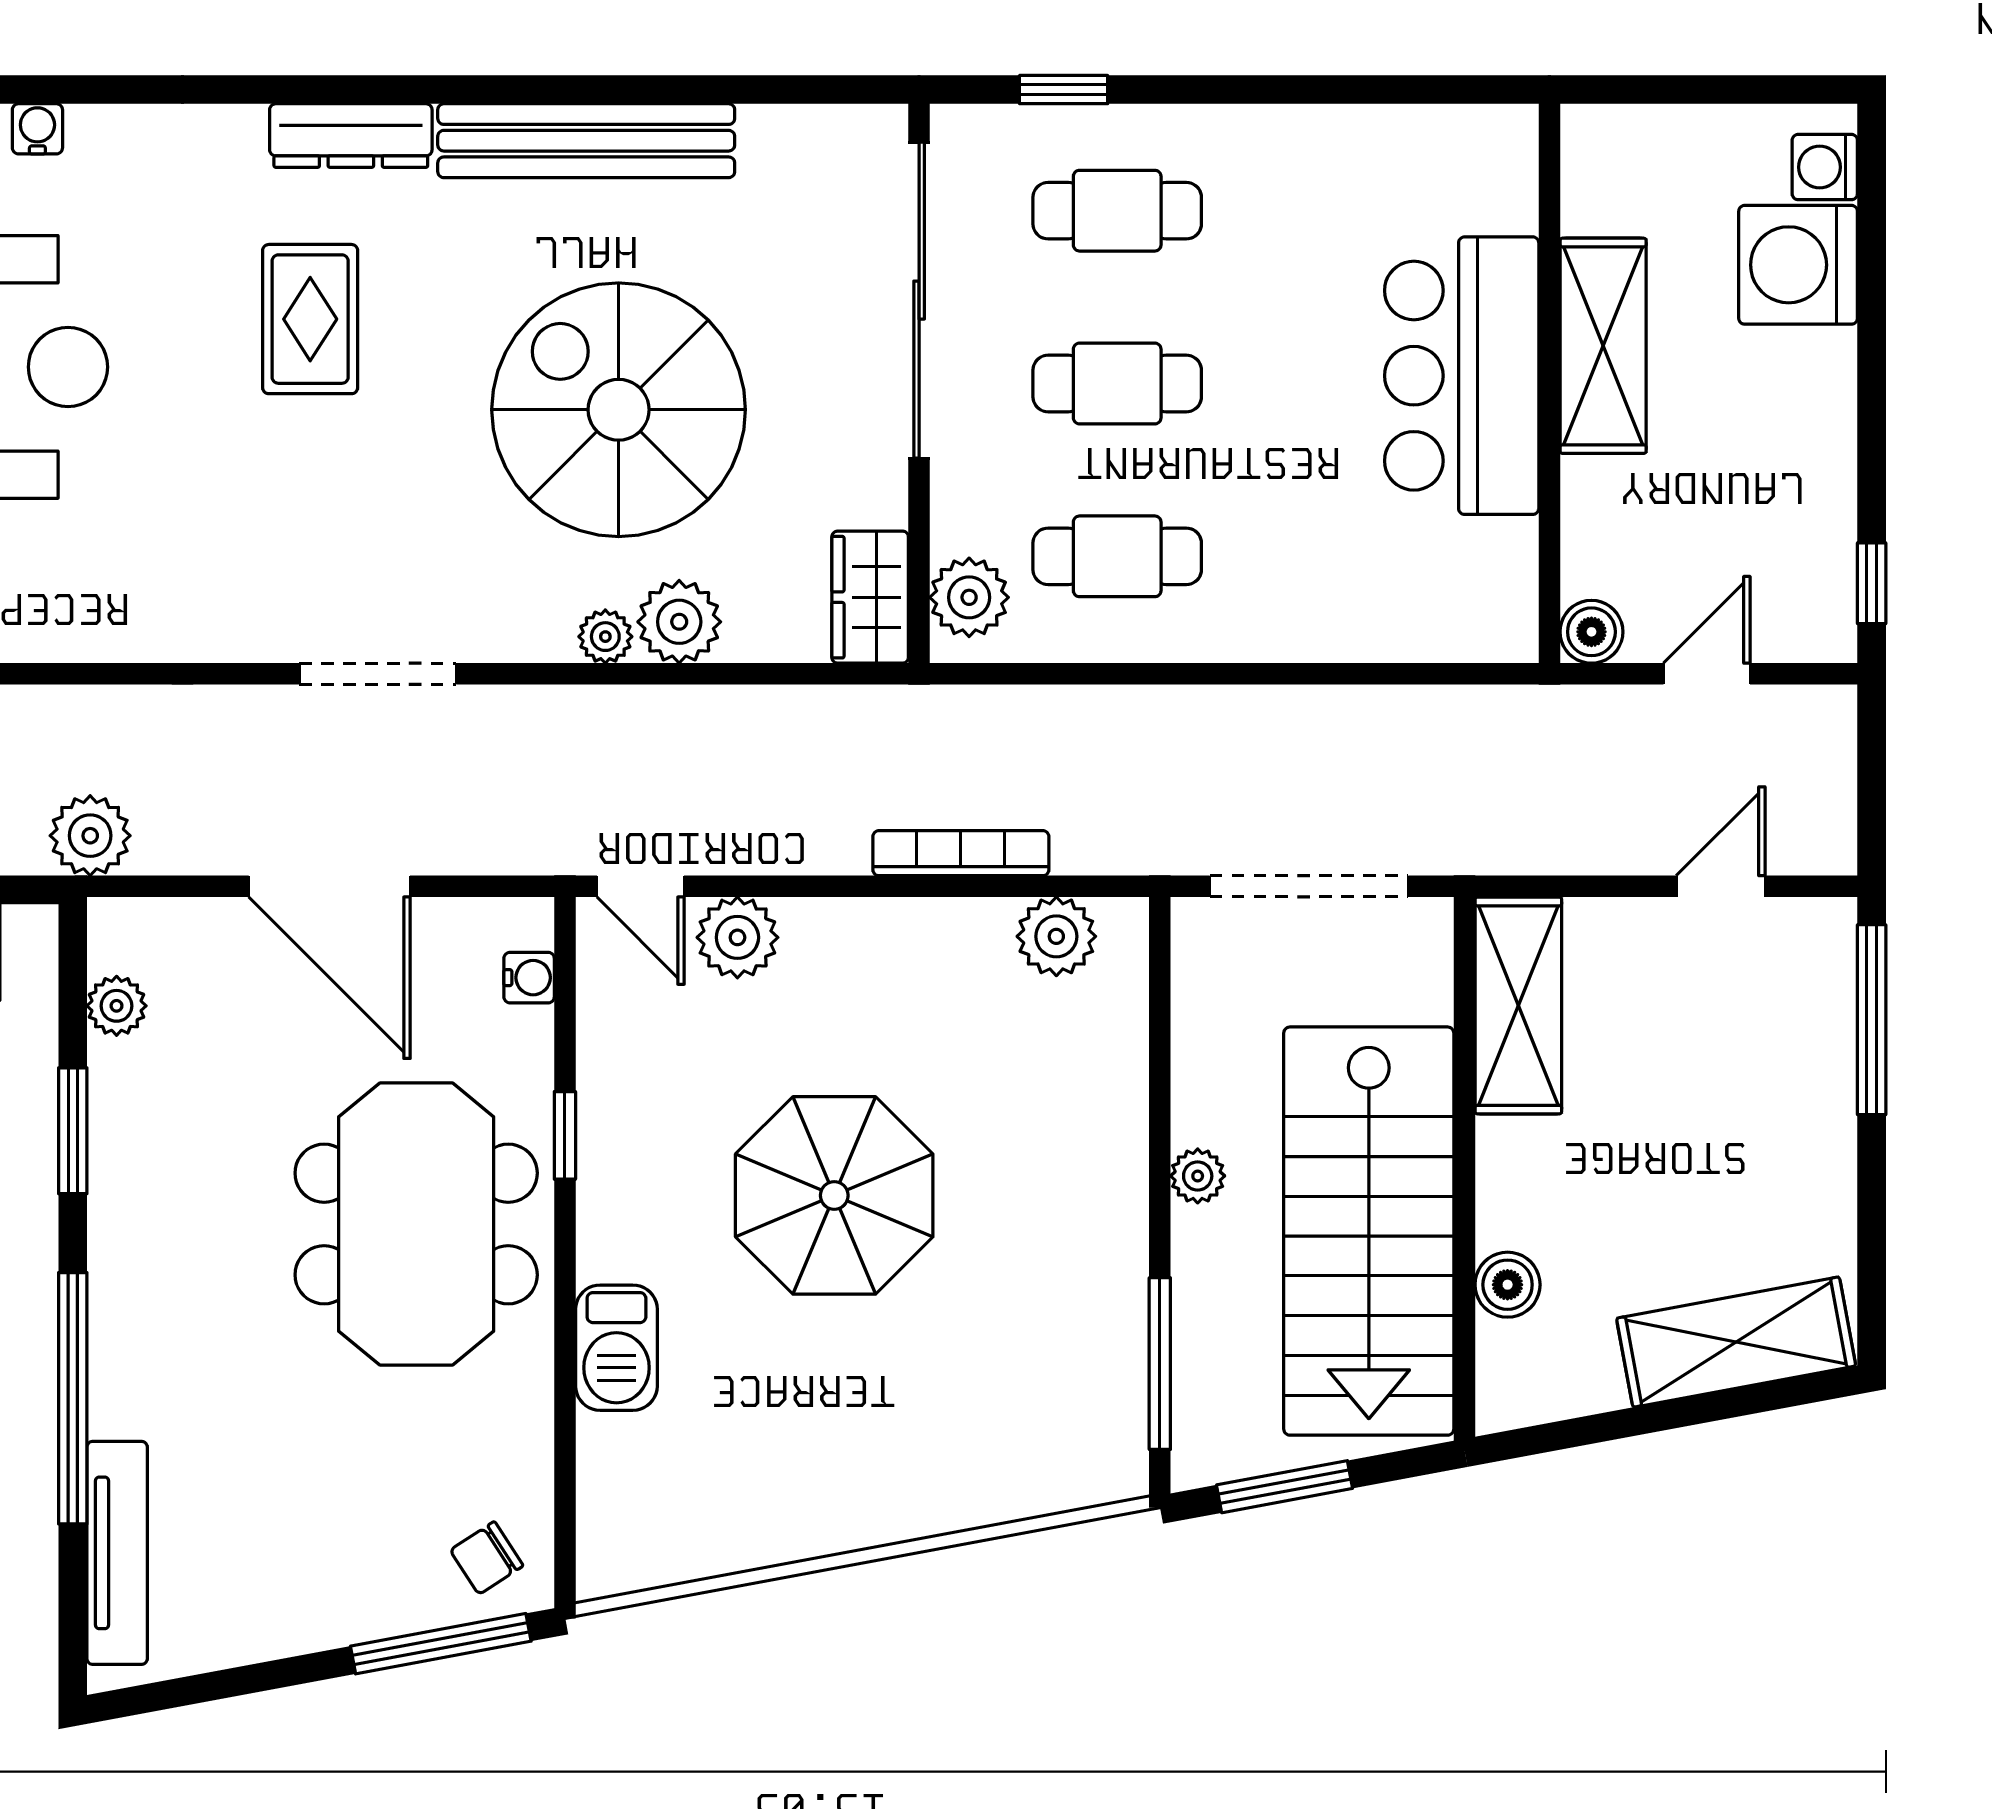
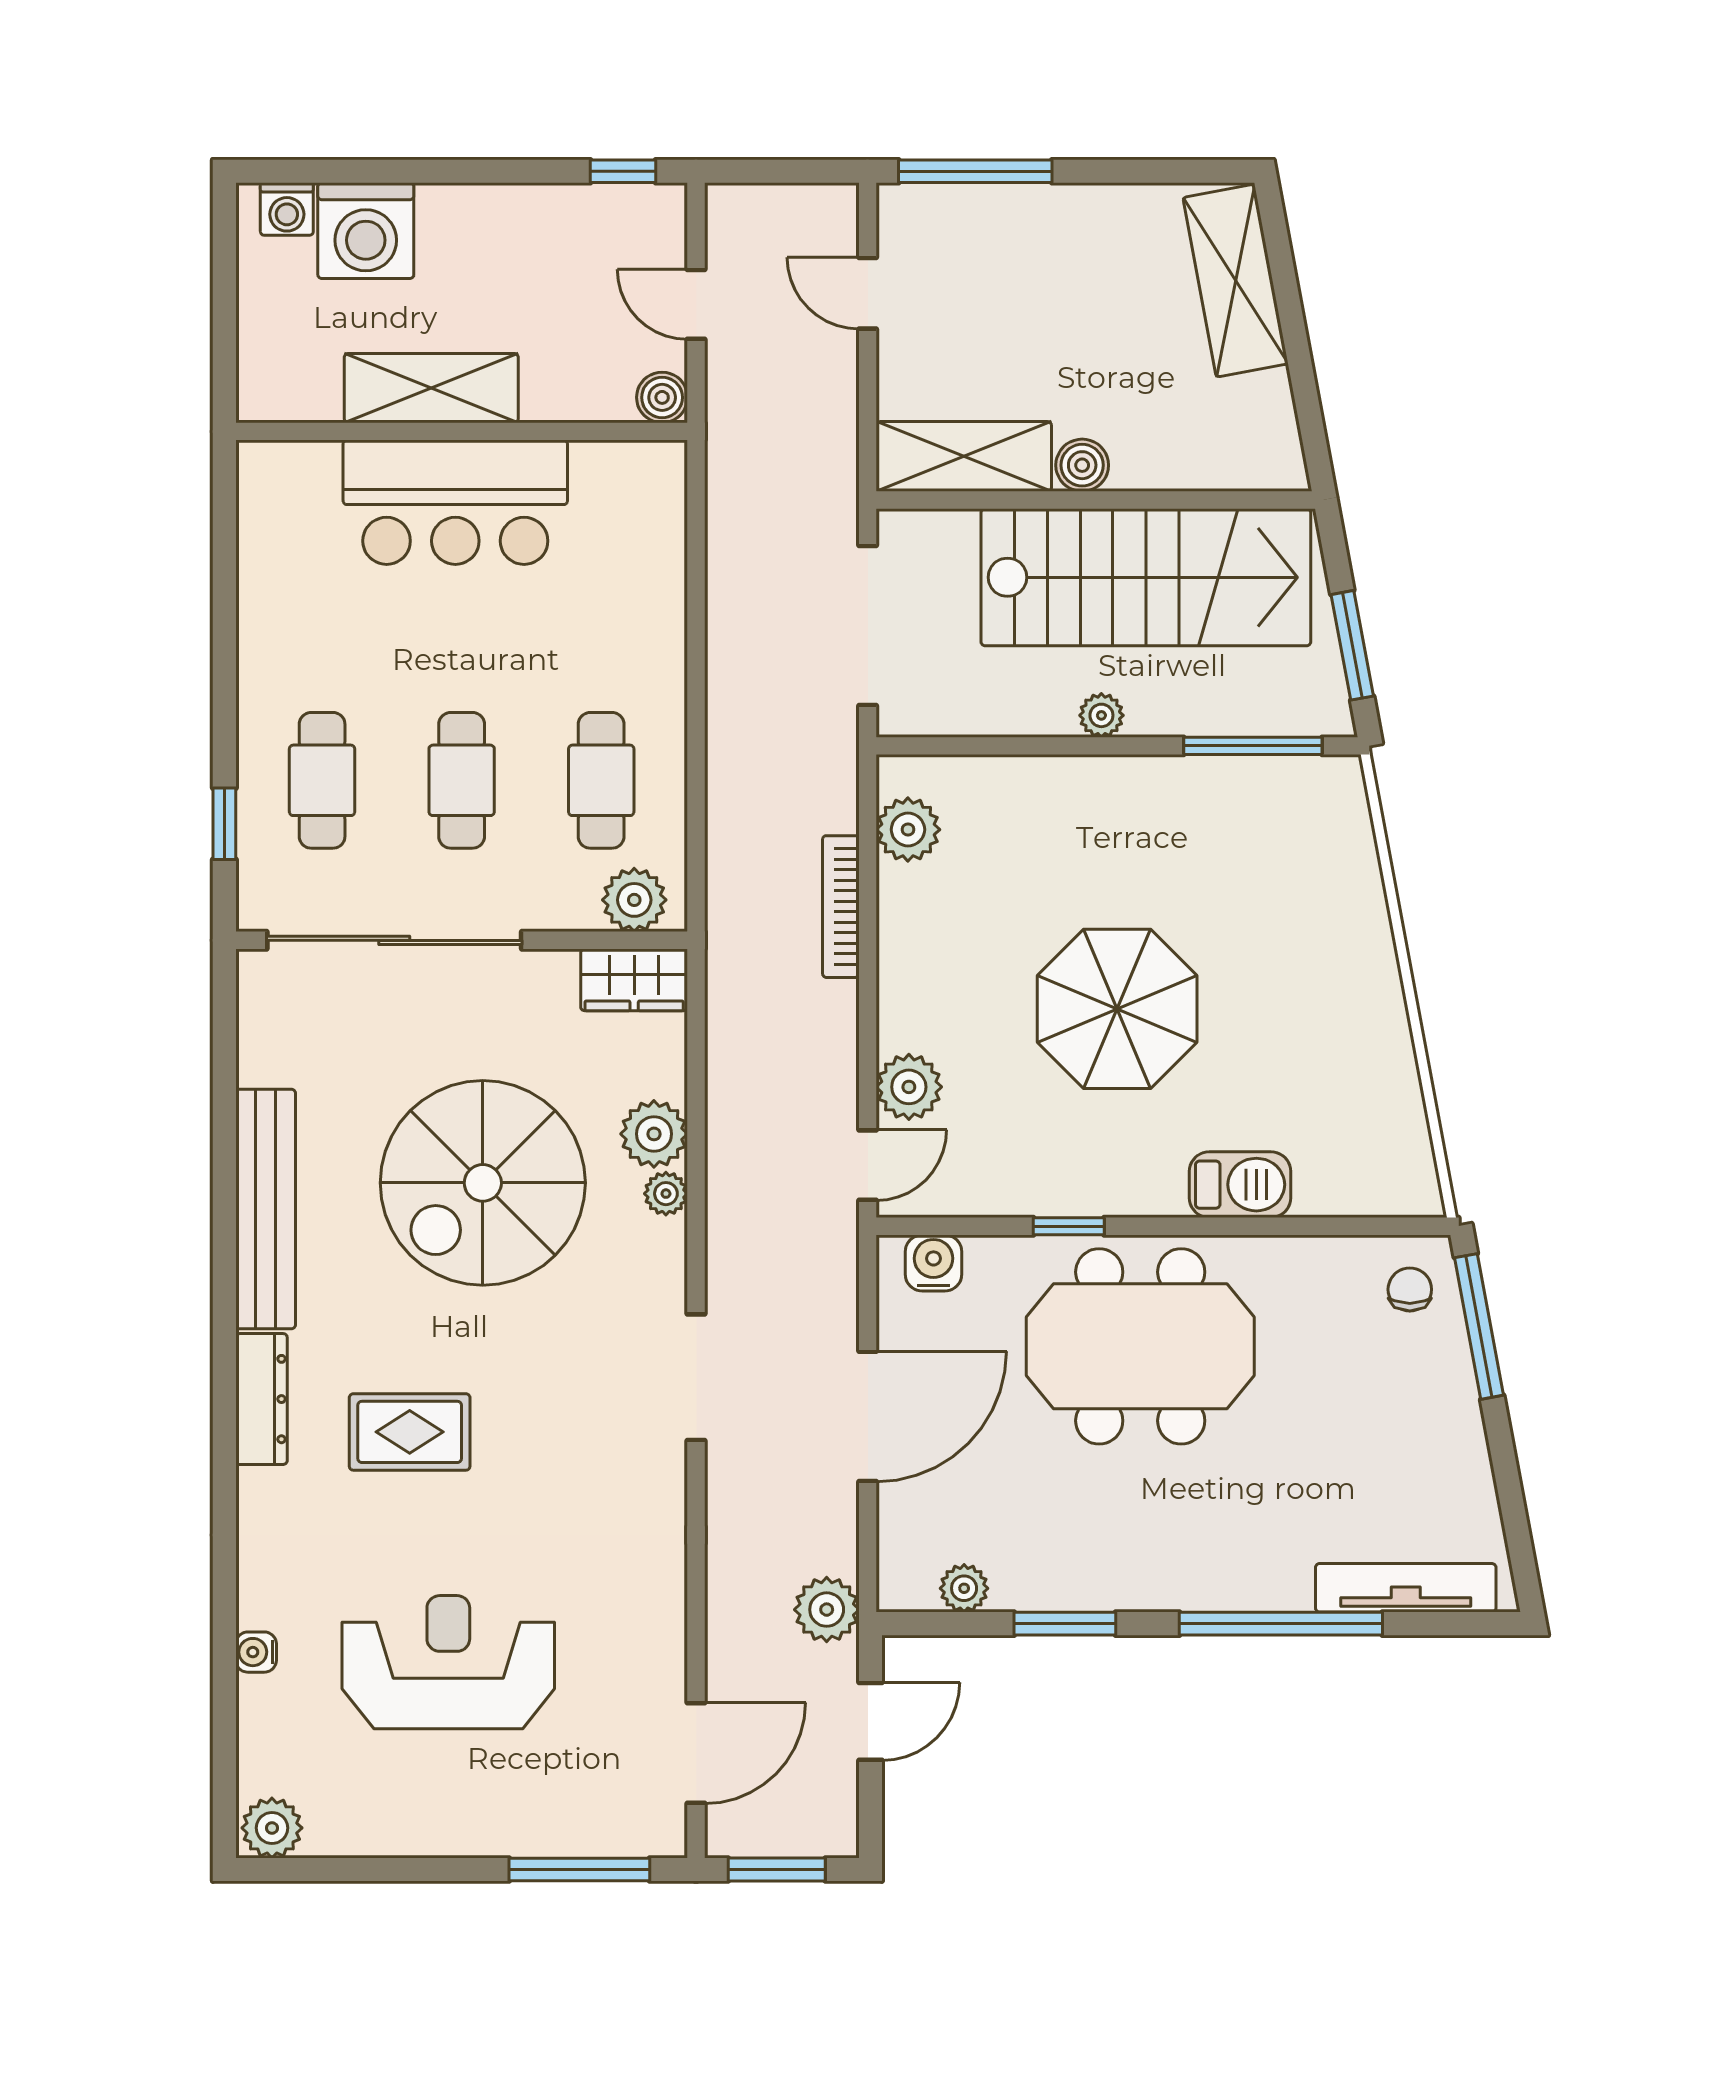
water cooler: (529, 978) -> (933, 1263), width x1.38, depth x1.38
boiler: (1508, 1285) -> (1082, 465), moved
chair: (487, 1558) -> (1410, 1289), turned -147

